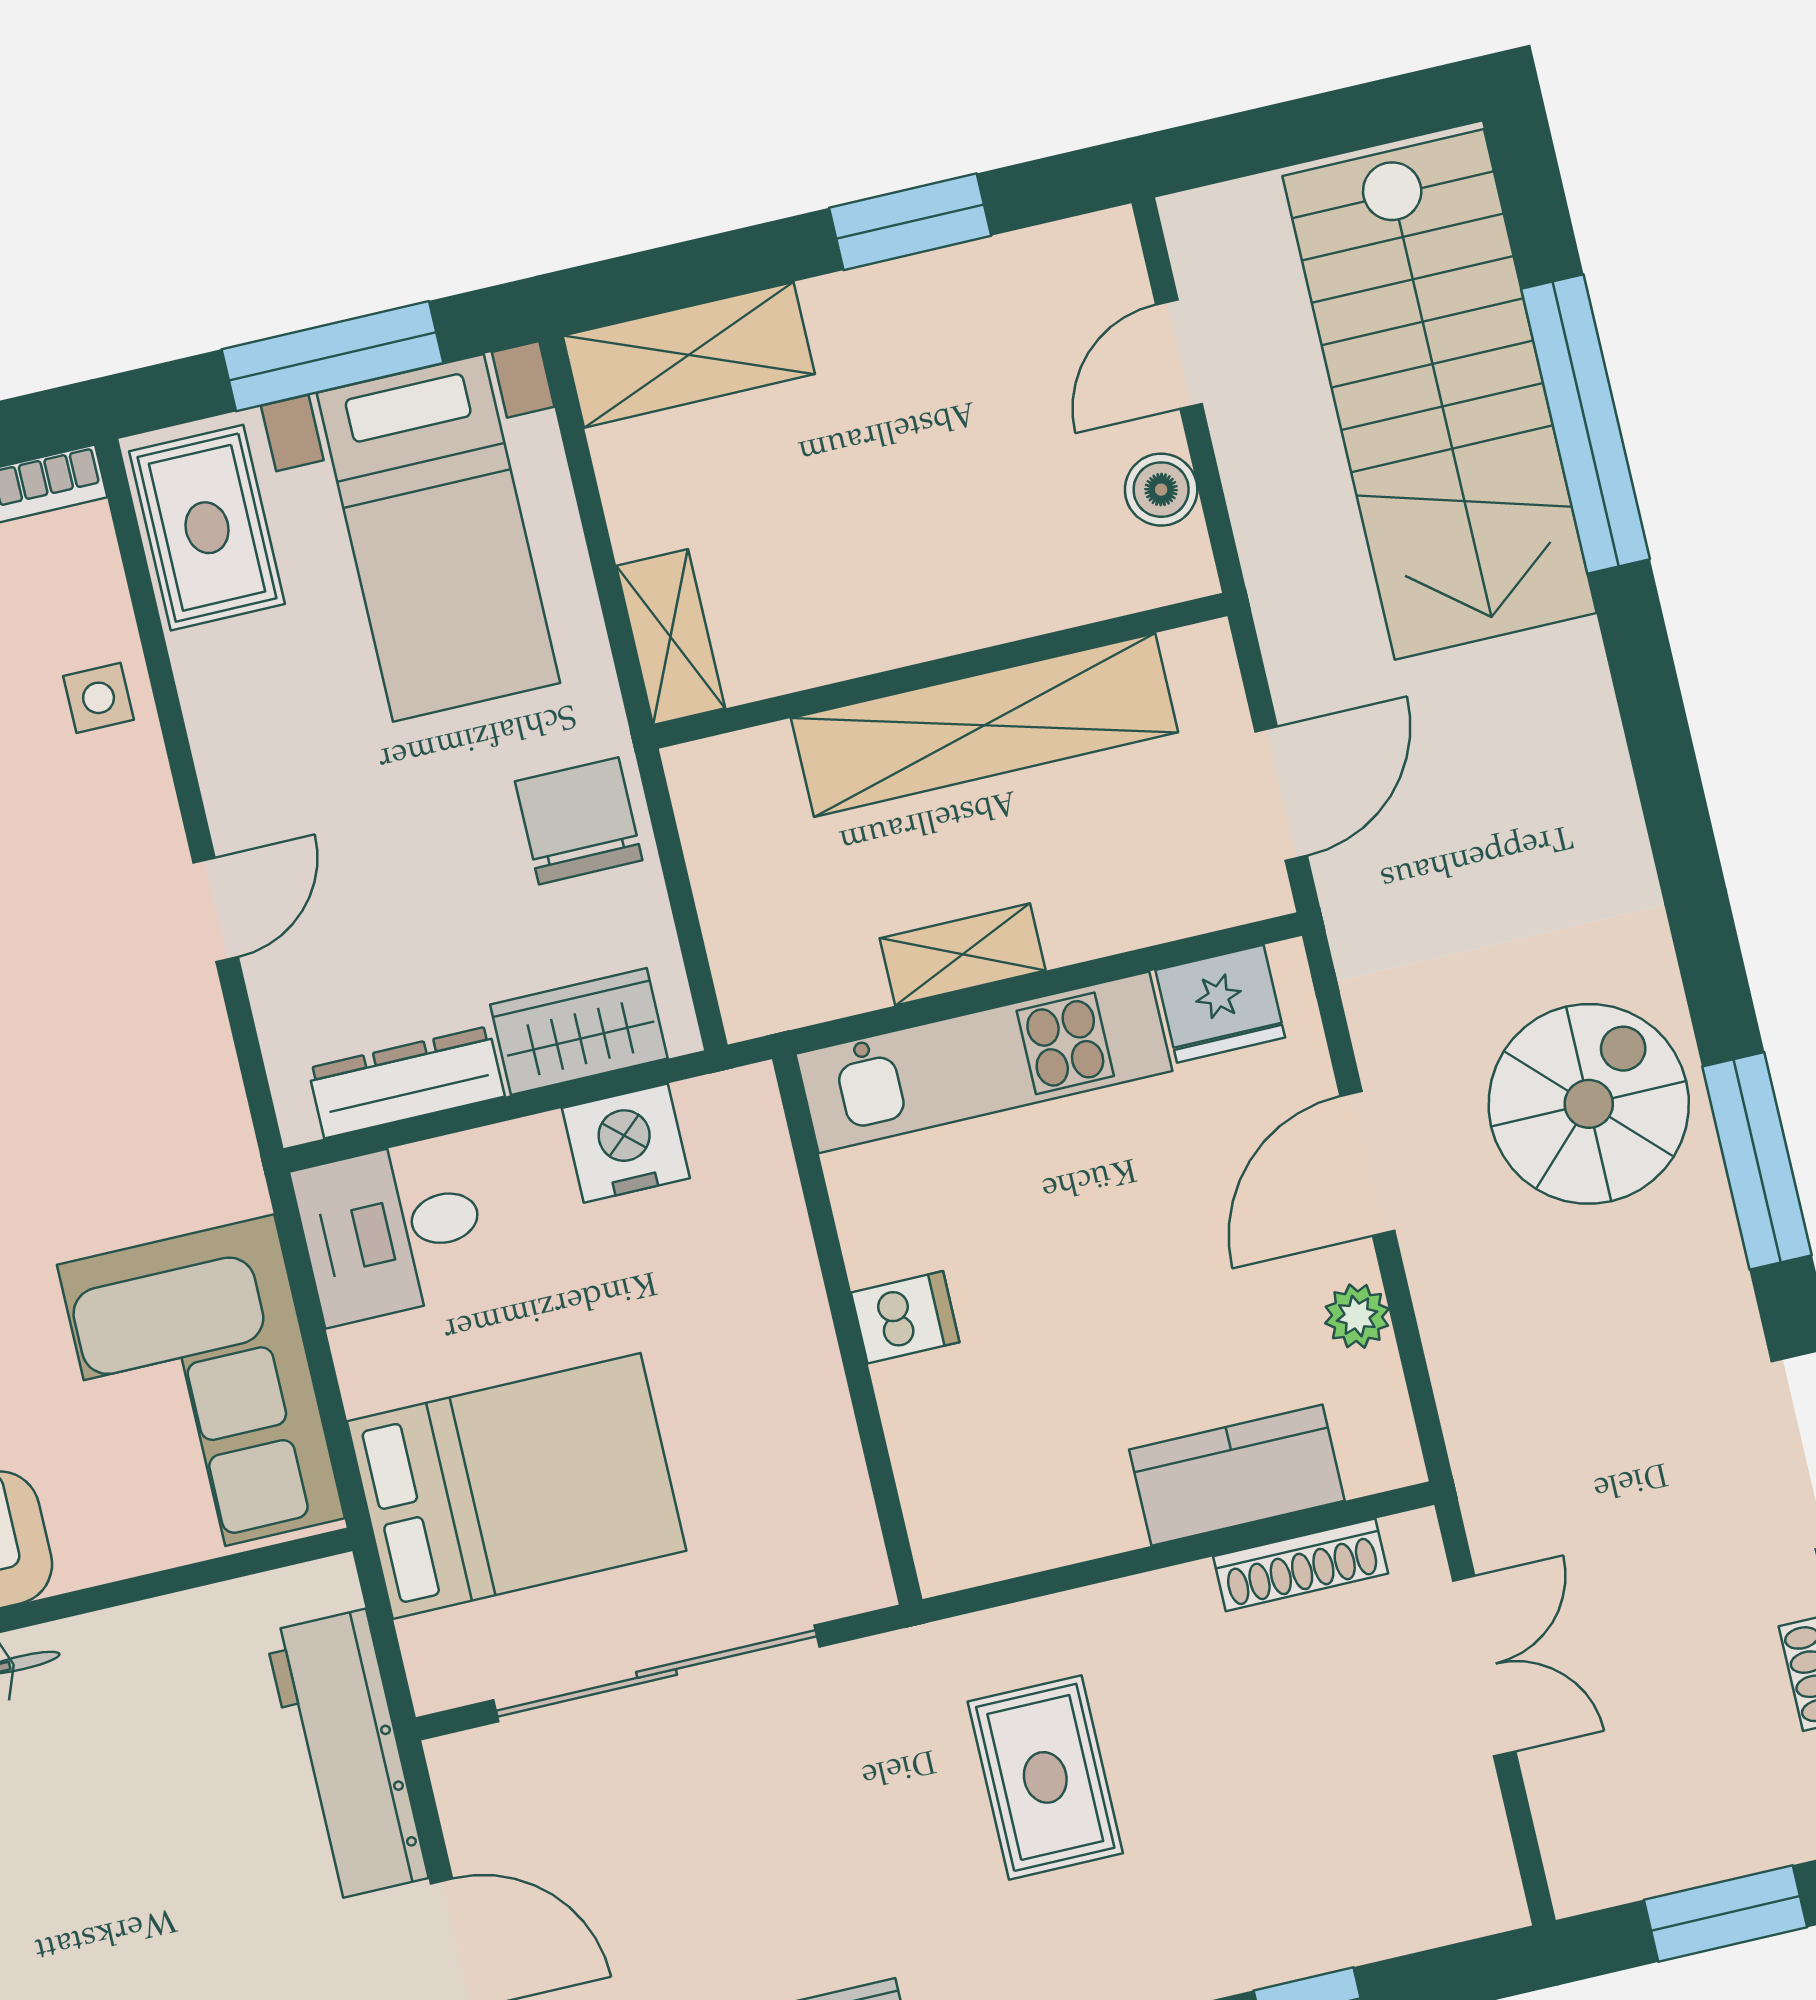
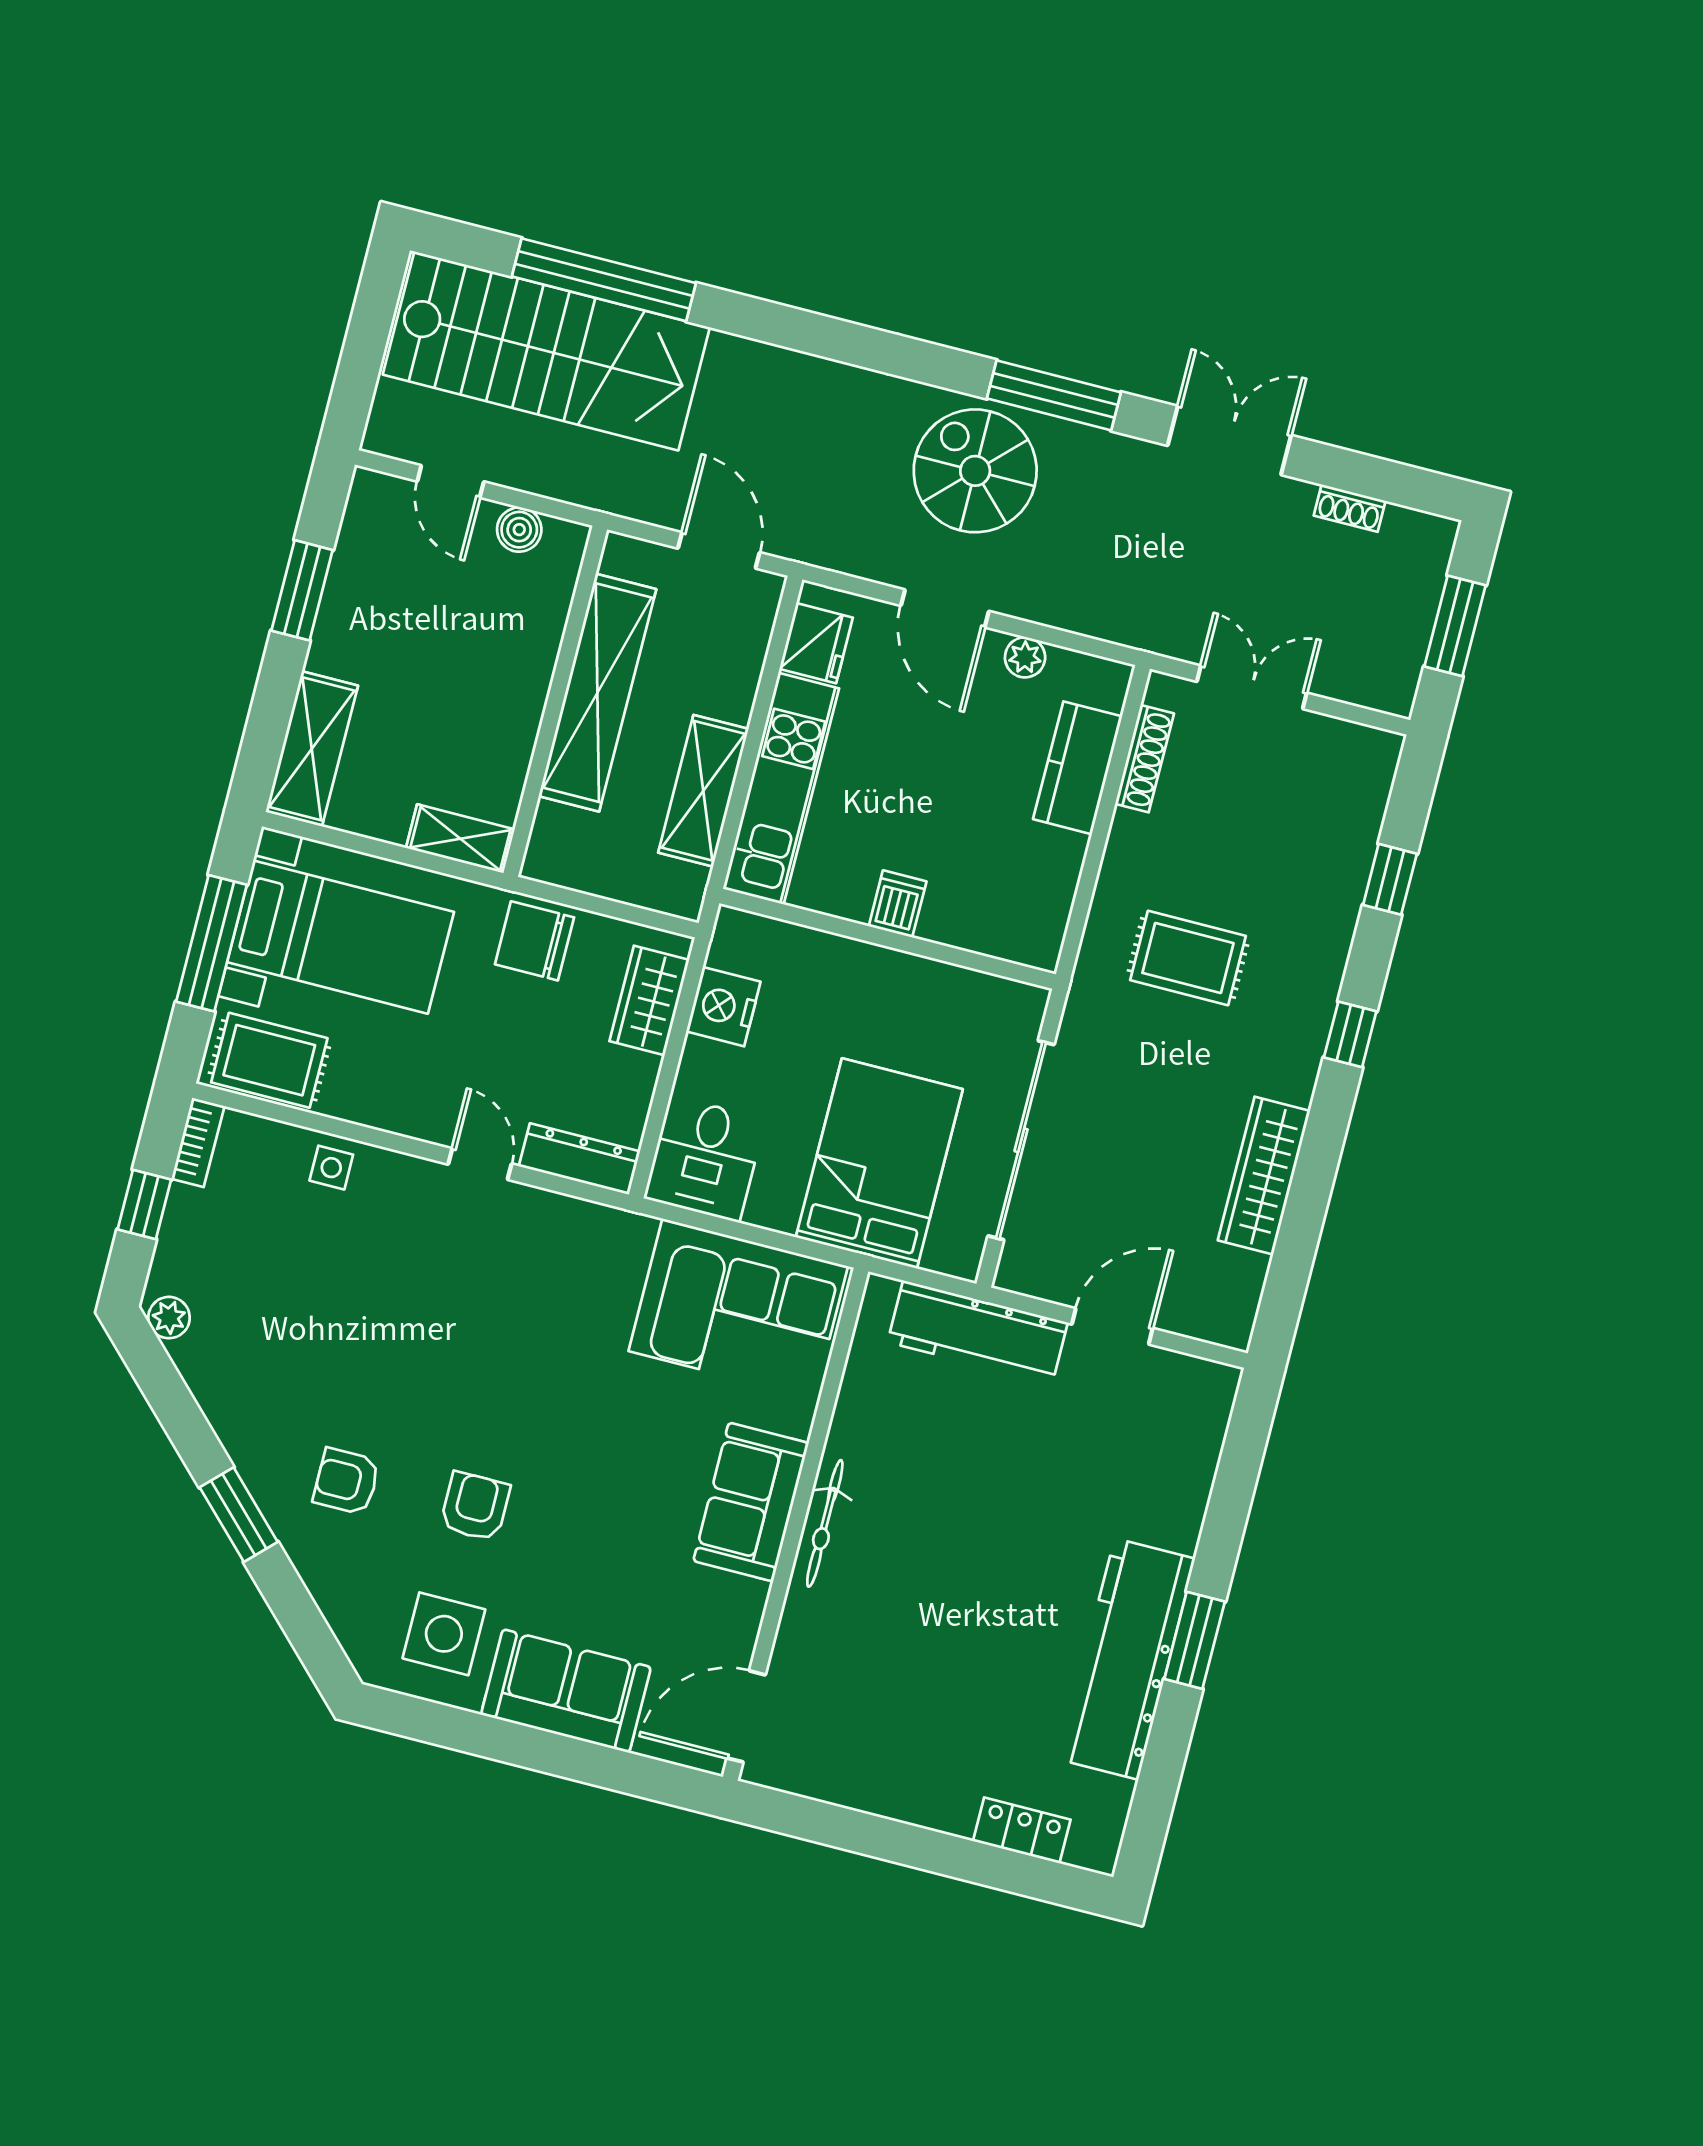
shelving: (963, 954) -> (703, 791), width x1.50, depth x1.33
dresser: (406, 1082) -> (579, 1159), moved, turned 90

